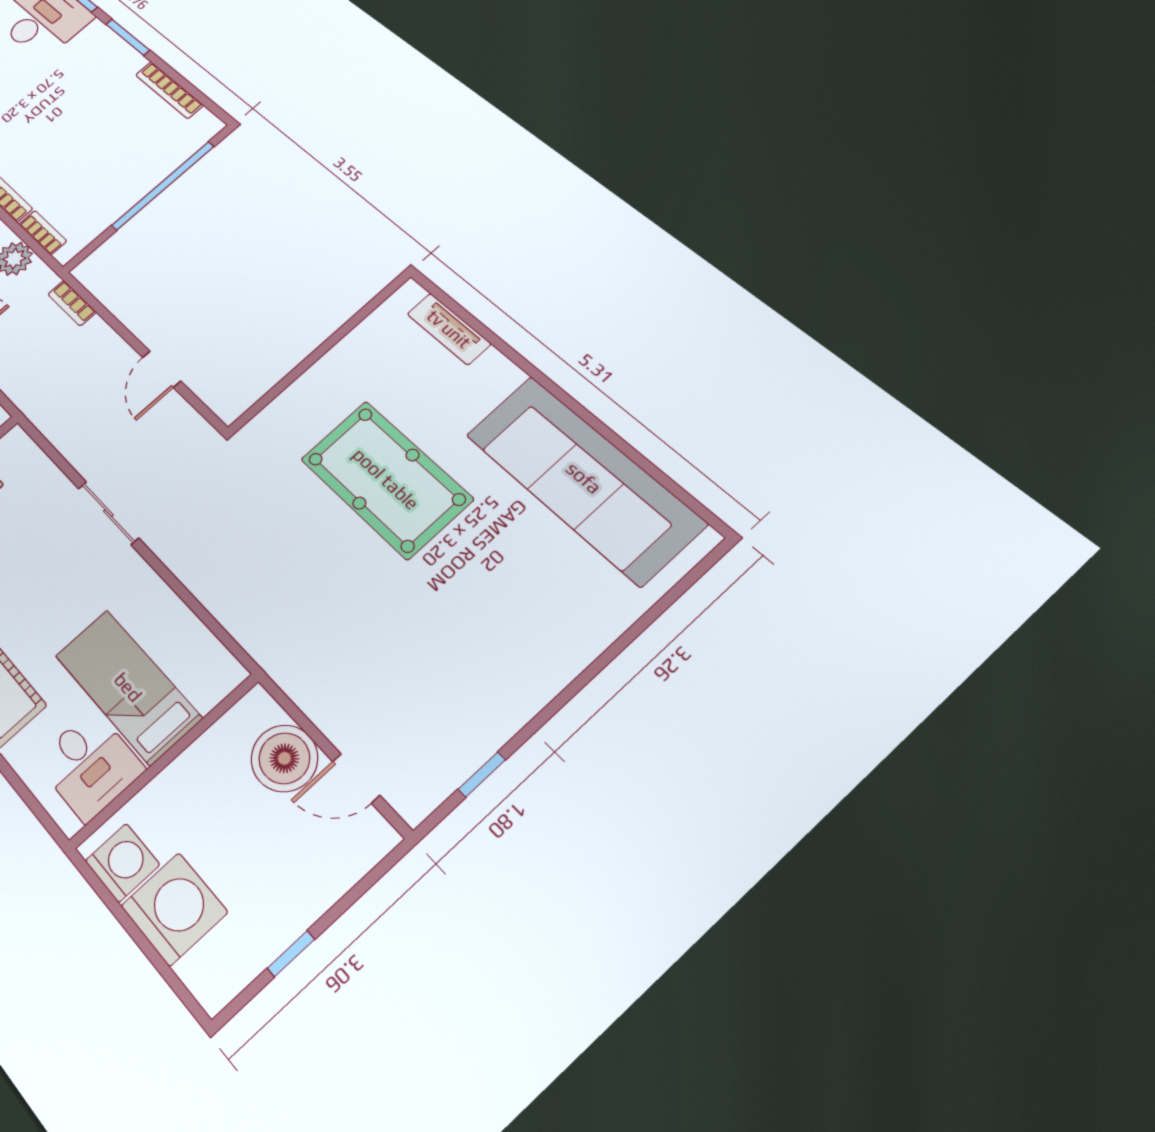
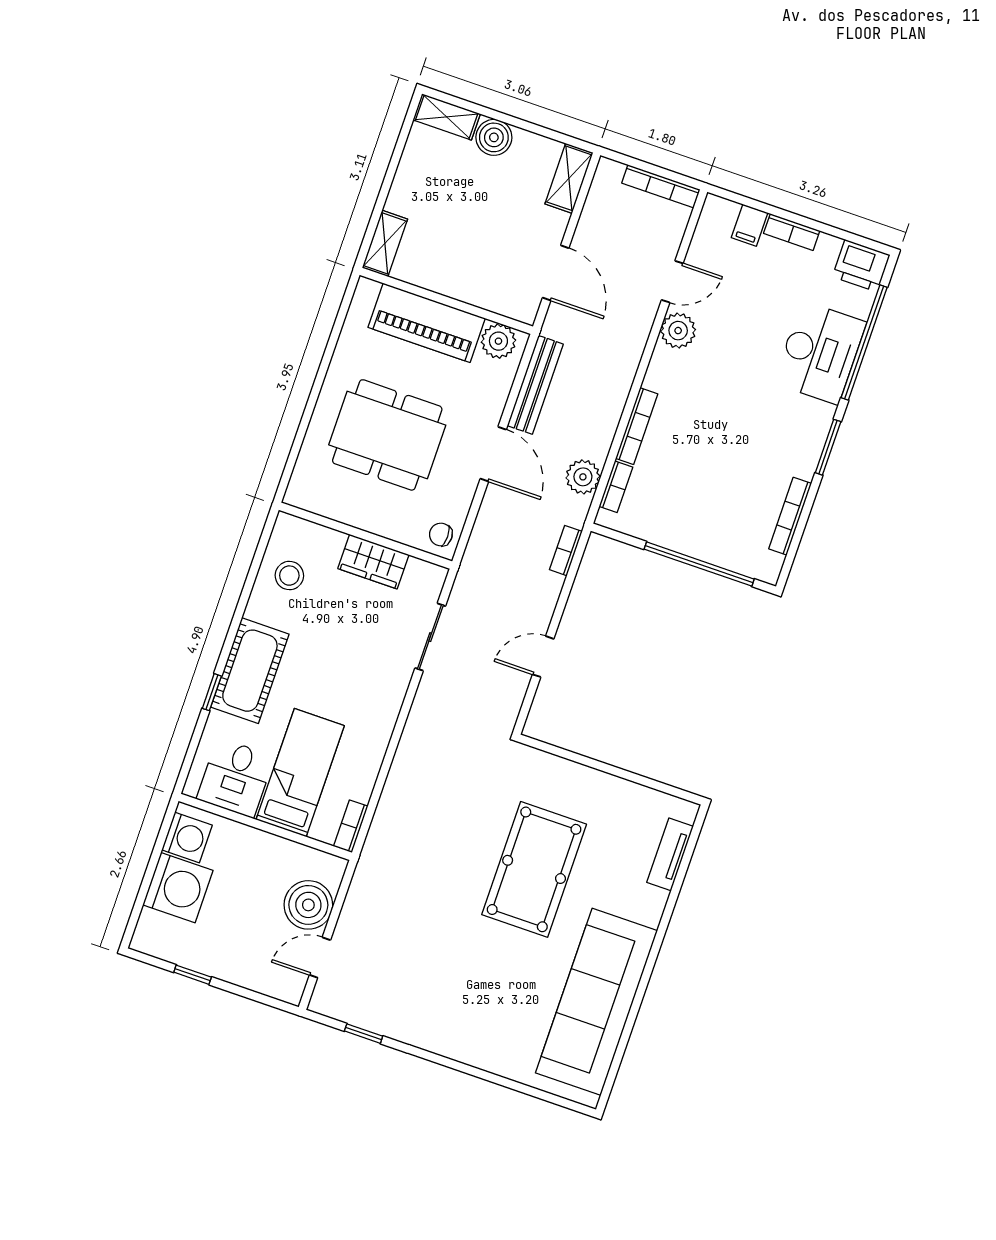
sliding door: (108, 513) -> (430, 637), moved
bookcase: (221, 660) -> (351, 826), added
door: (356, 778) -> (320, 957), hinge flipped

